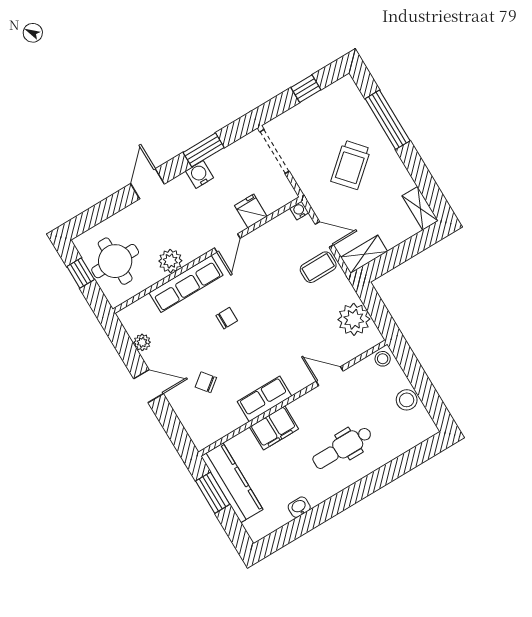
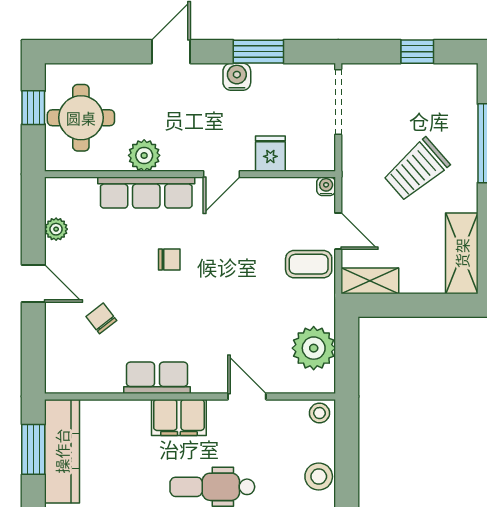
shelving: (420, 208) -> (462, 253), width x1.50, depth x1.33
filing cabinet: (274, 428) -> (179, 417), moved

